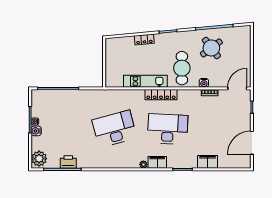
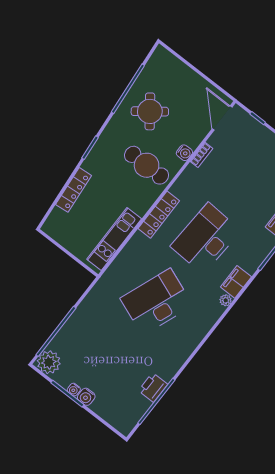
locker: (144, 40) -> (74, 190), width x1.53
kitchen unit: (145, 81) -> (114, 239), moved
desk: (114, 129) -> (156, 302), turned 36
plant: (39, 159) -> (49, 362), moved

